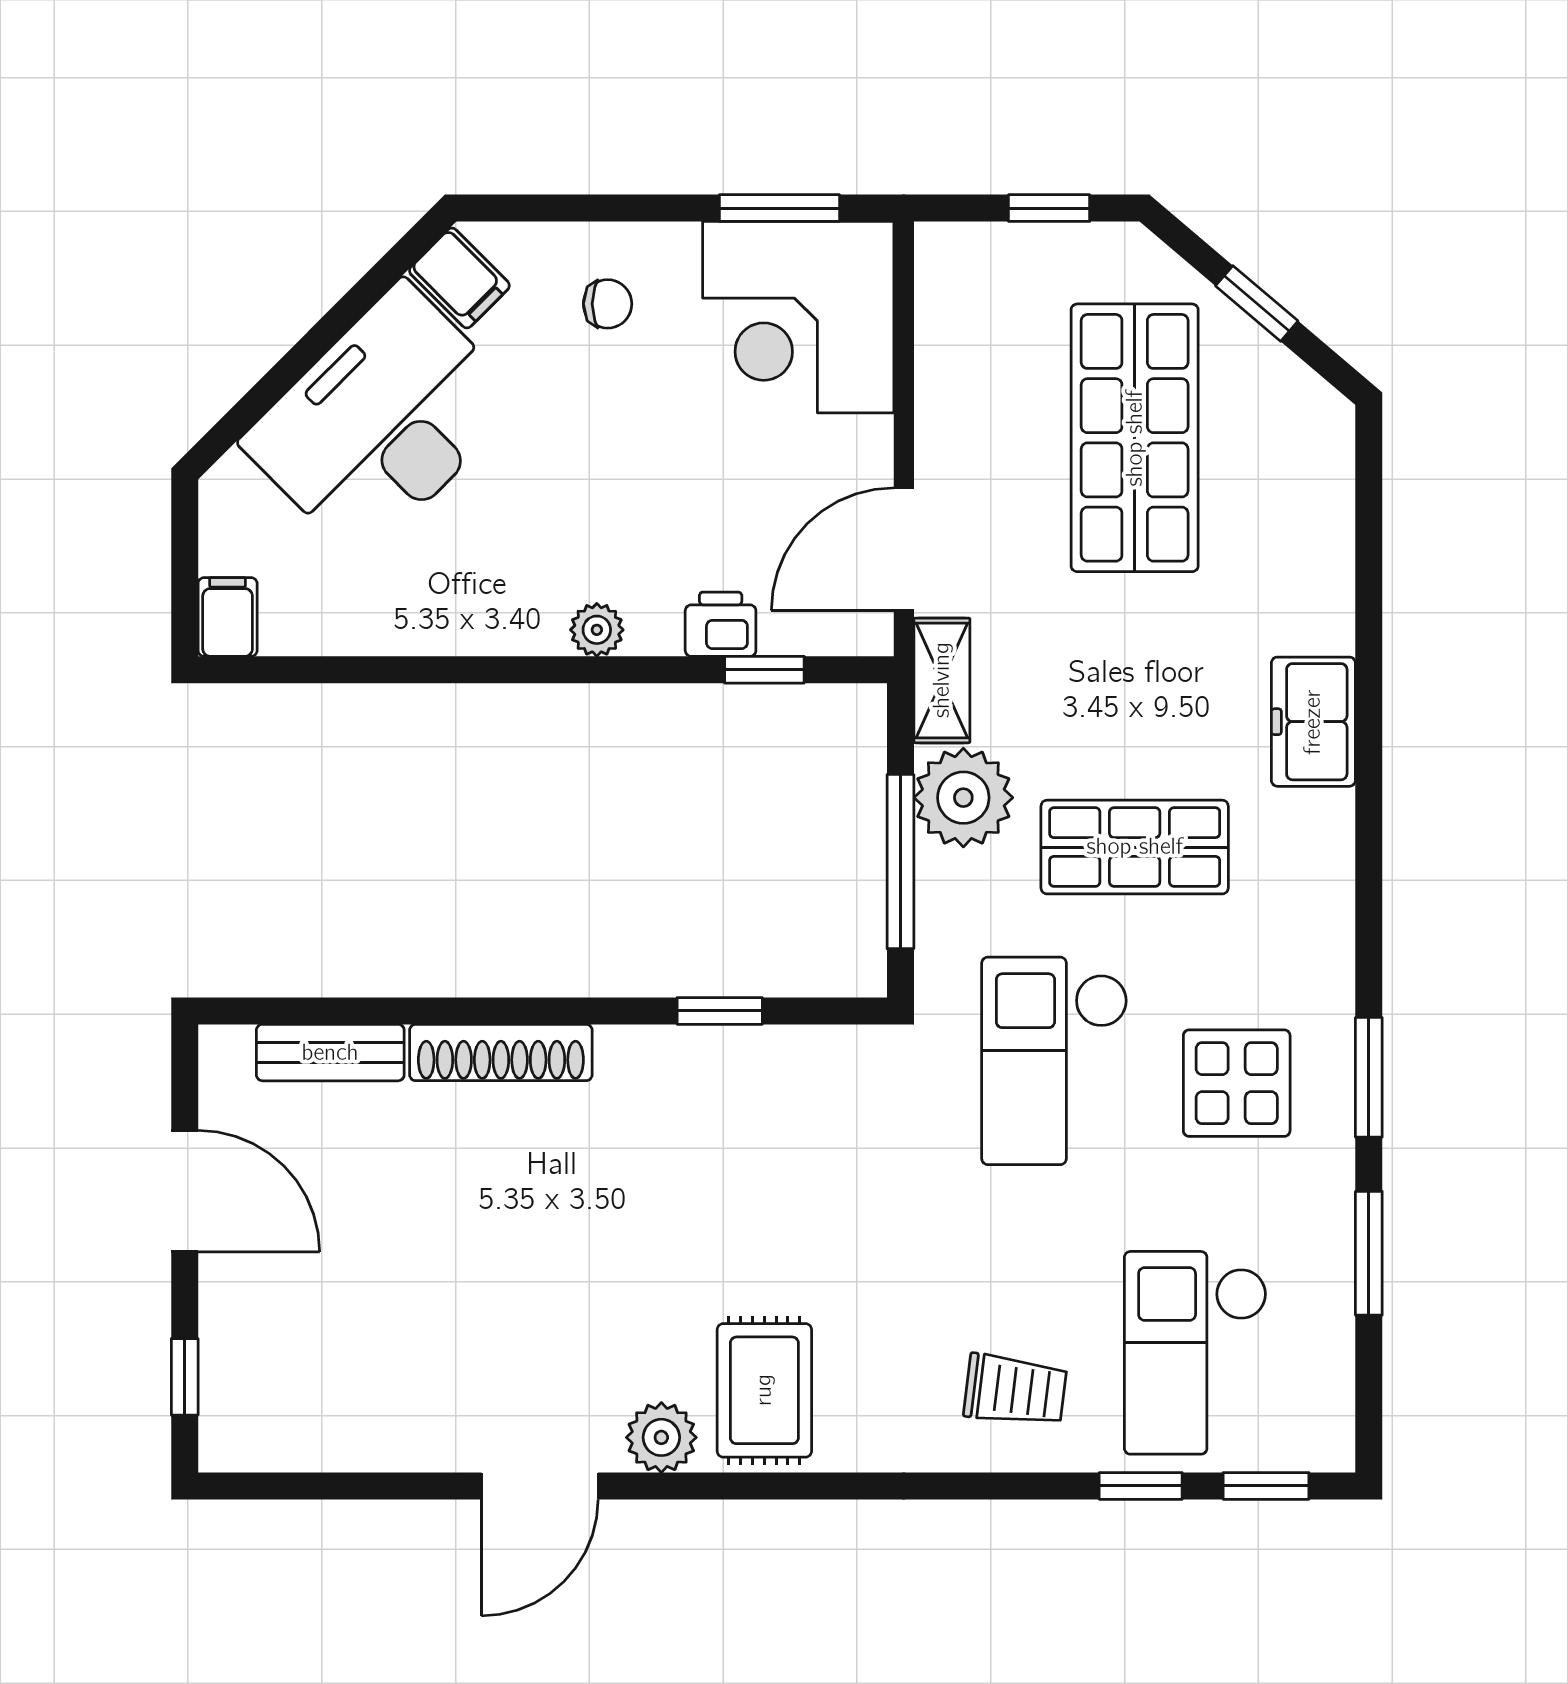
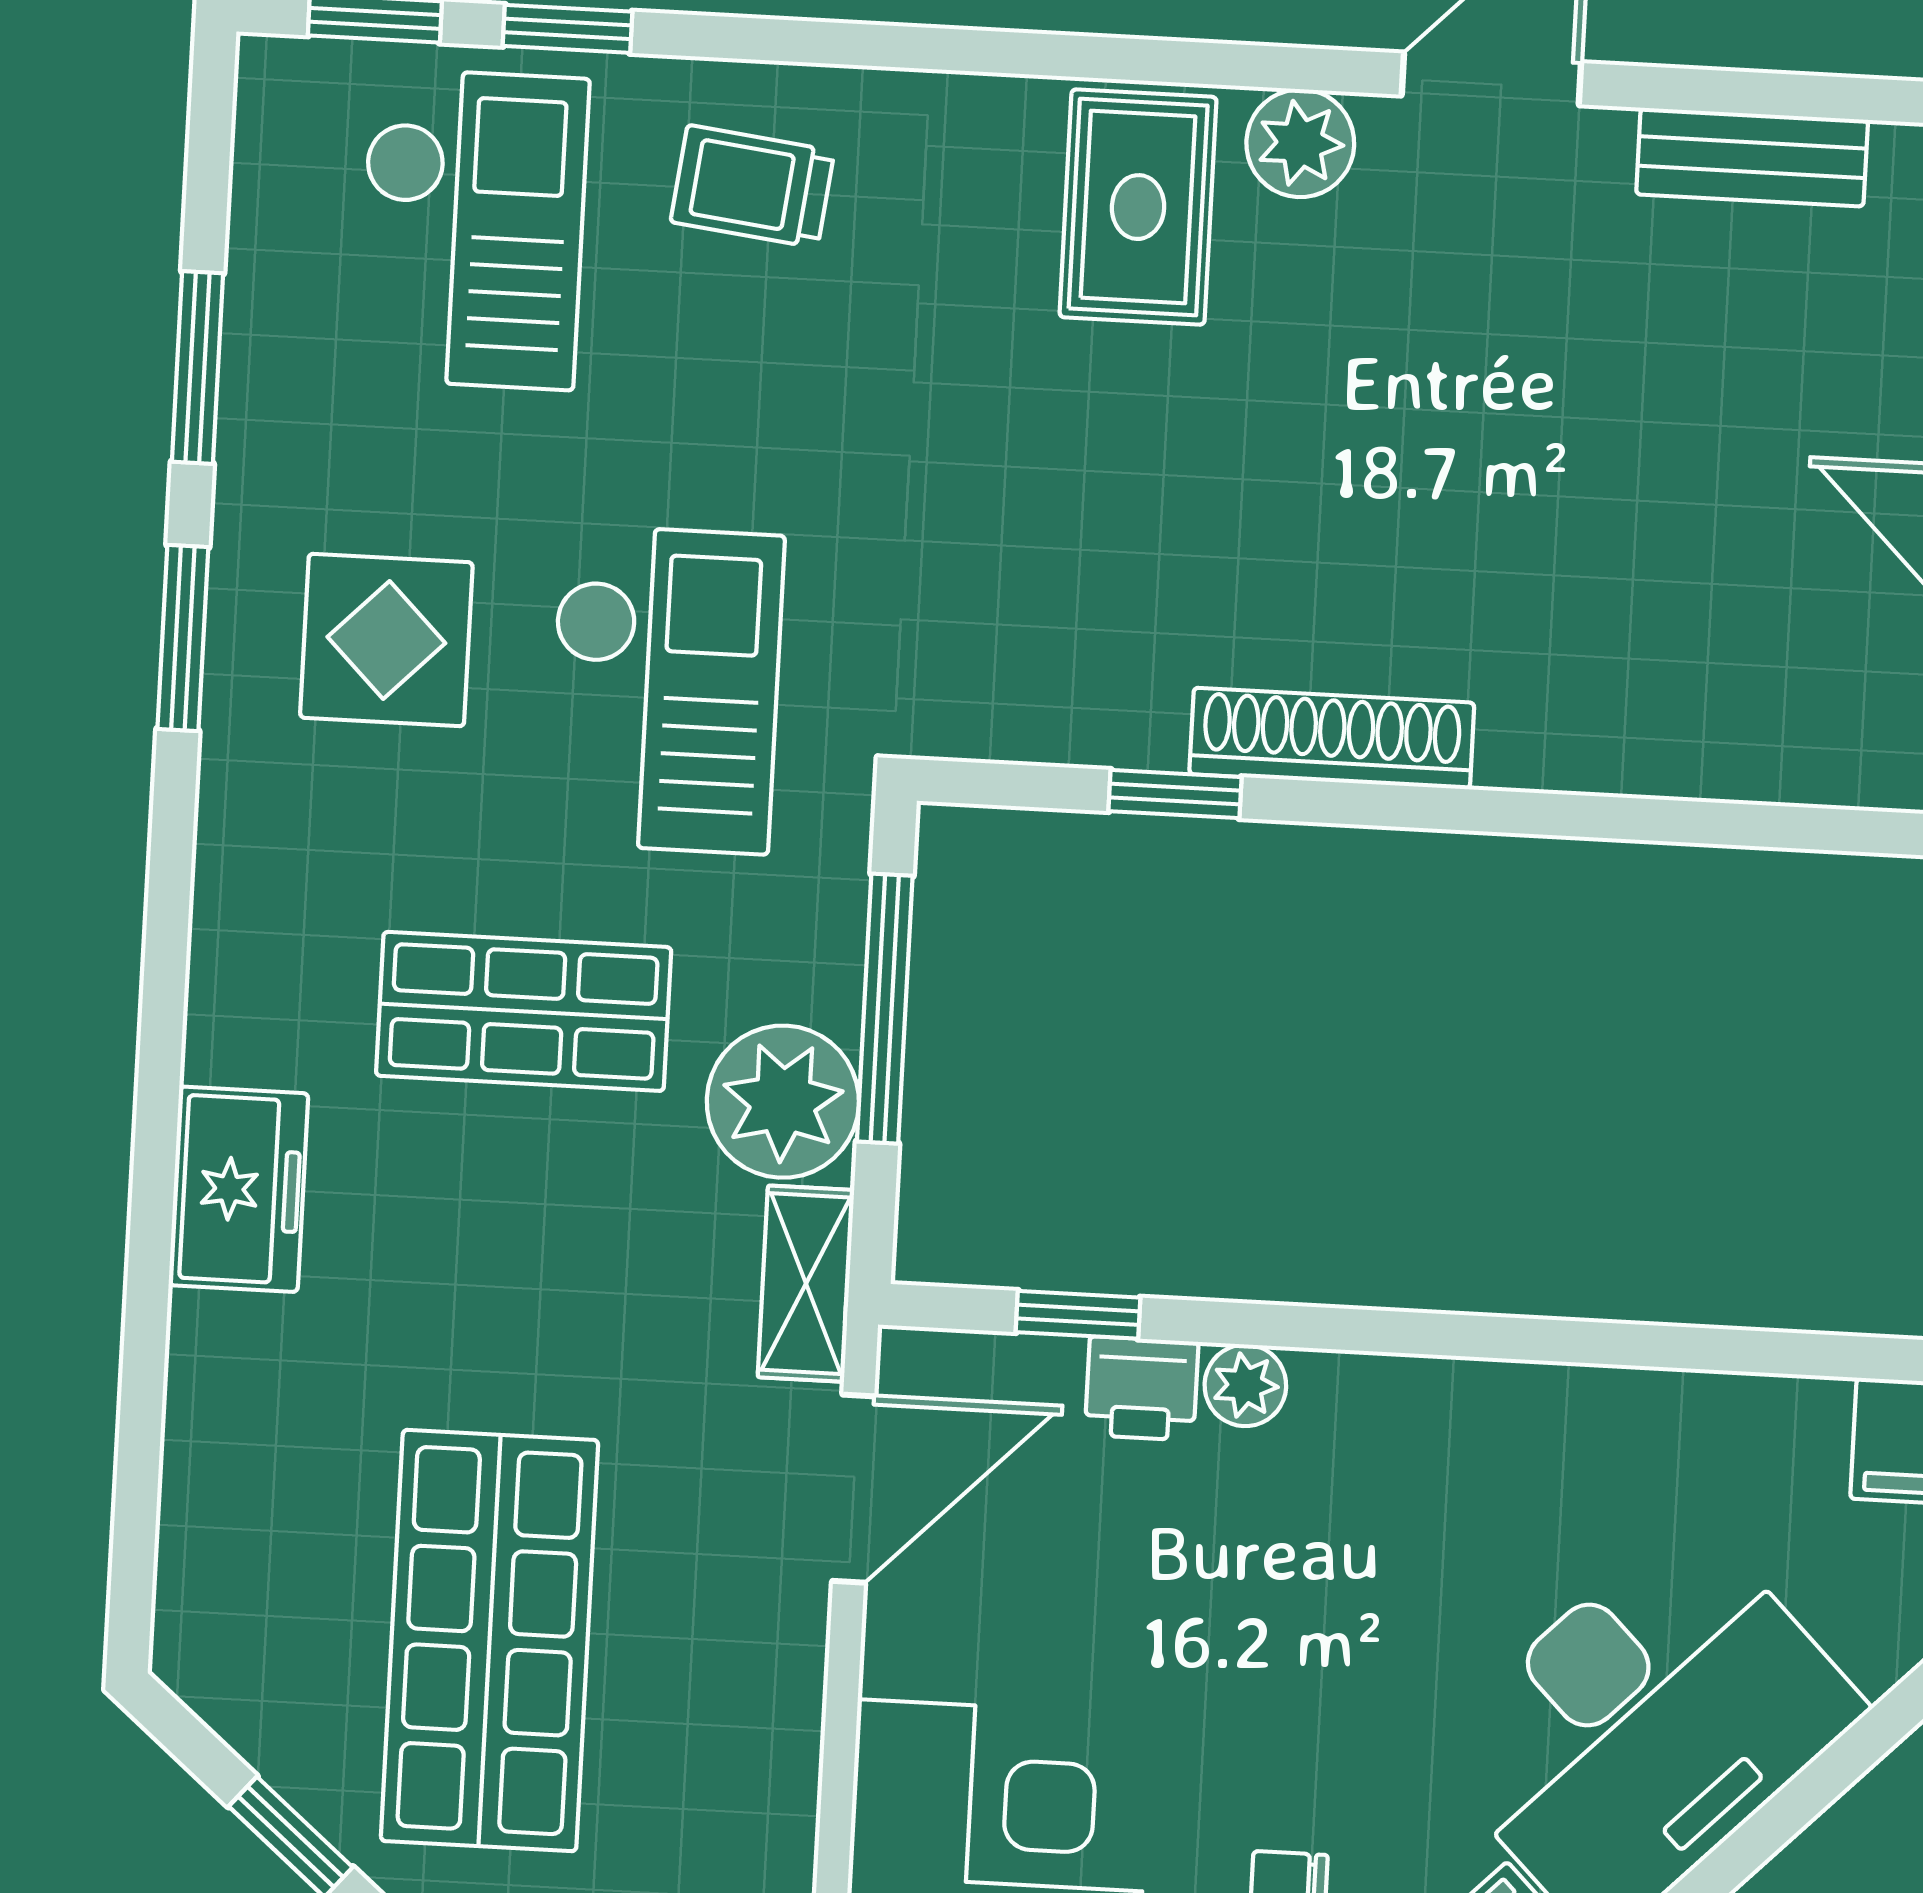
plant: (597, 630) -> (1245, 1385), moved
shoe rack: (501, 1052) -> (1332, 738), moved
bench: (330, 1053) -> (1752, 157), moved

